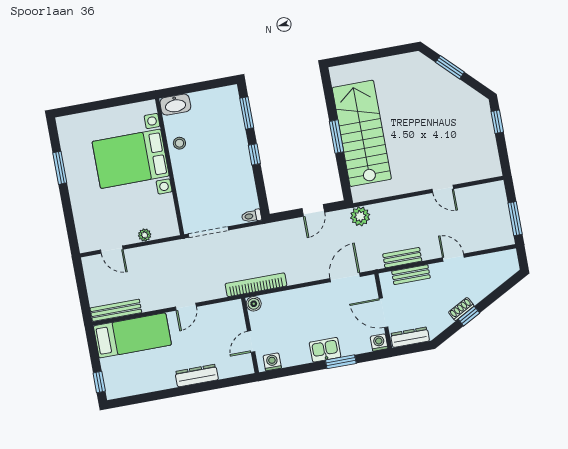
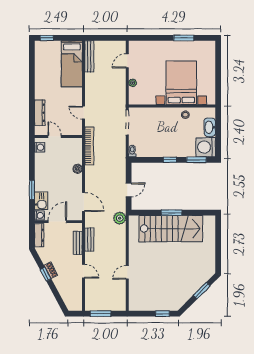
washing machine: (224, 102) -> (206, 147), added
washbasin: (175, 105) -> (210, 127), moved
door: (313, 210) -> (129, 190), swing flipped
door: (453, 258) -> (84, 271), hinge flipped
boiler: (254, 304) -> (78, 169), moved
door: (186, 307) -> (84, 113), moved
kitchen sink: (325, 350) -> (41, 201), moved
dresser: (197, 376) -> (40, 113), moved

